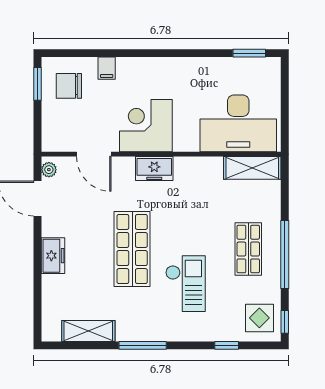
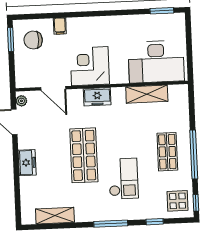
shelving: (252, 168) -> (147, 94), moved
window: (143, 345) -> (111, 224), moved

